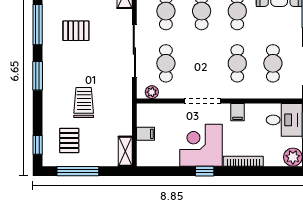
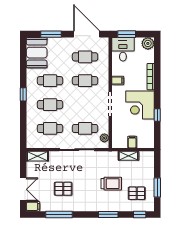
pallet: (76, 31) -> (63, 189), turned 90
window: (38, 76) -> (108, 214), moved
trolley: (84, 103) -> (111, 184), turned 180
shelving: (125, 151) -> (128, 156), moved
window: (78, 171) -> (157, 187), width x0.69
window: (205, 171) -> (157, 115), moved

